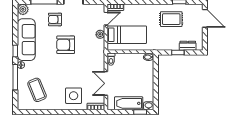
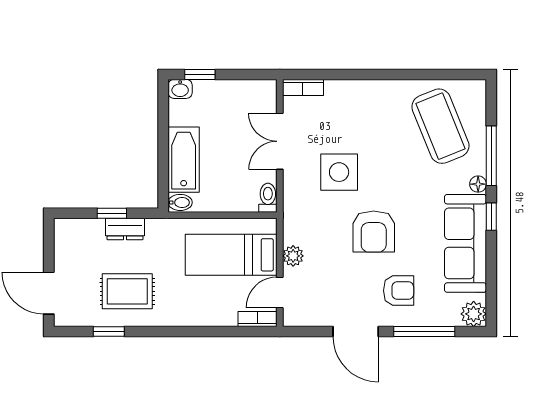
armchair: (66, 45) -> (374, 232), turned 90
dresser: (188, 46) -> (125, 229), moved
double door: (106, 83) -> (280, 141), swing flipped
coffee table: (37, 90) -> (440, 126), width x1.36, depth x1.32
side table: (74, 96) -> (339, 172), moved
bathtub: (129, 103) -> (184, 160), moved, turned -90

